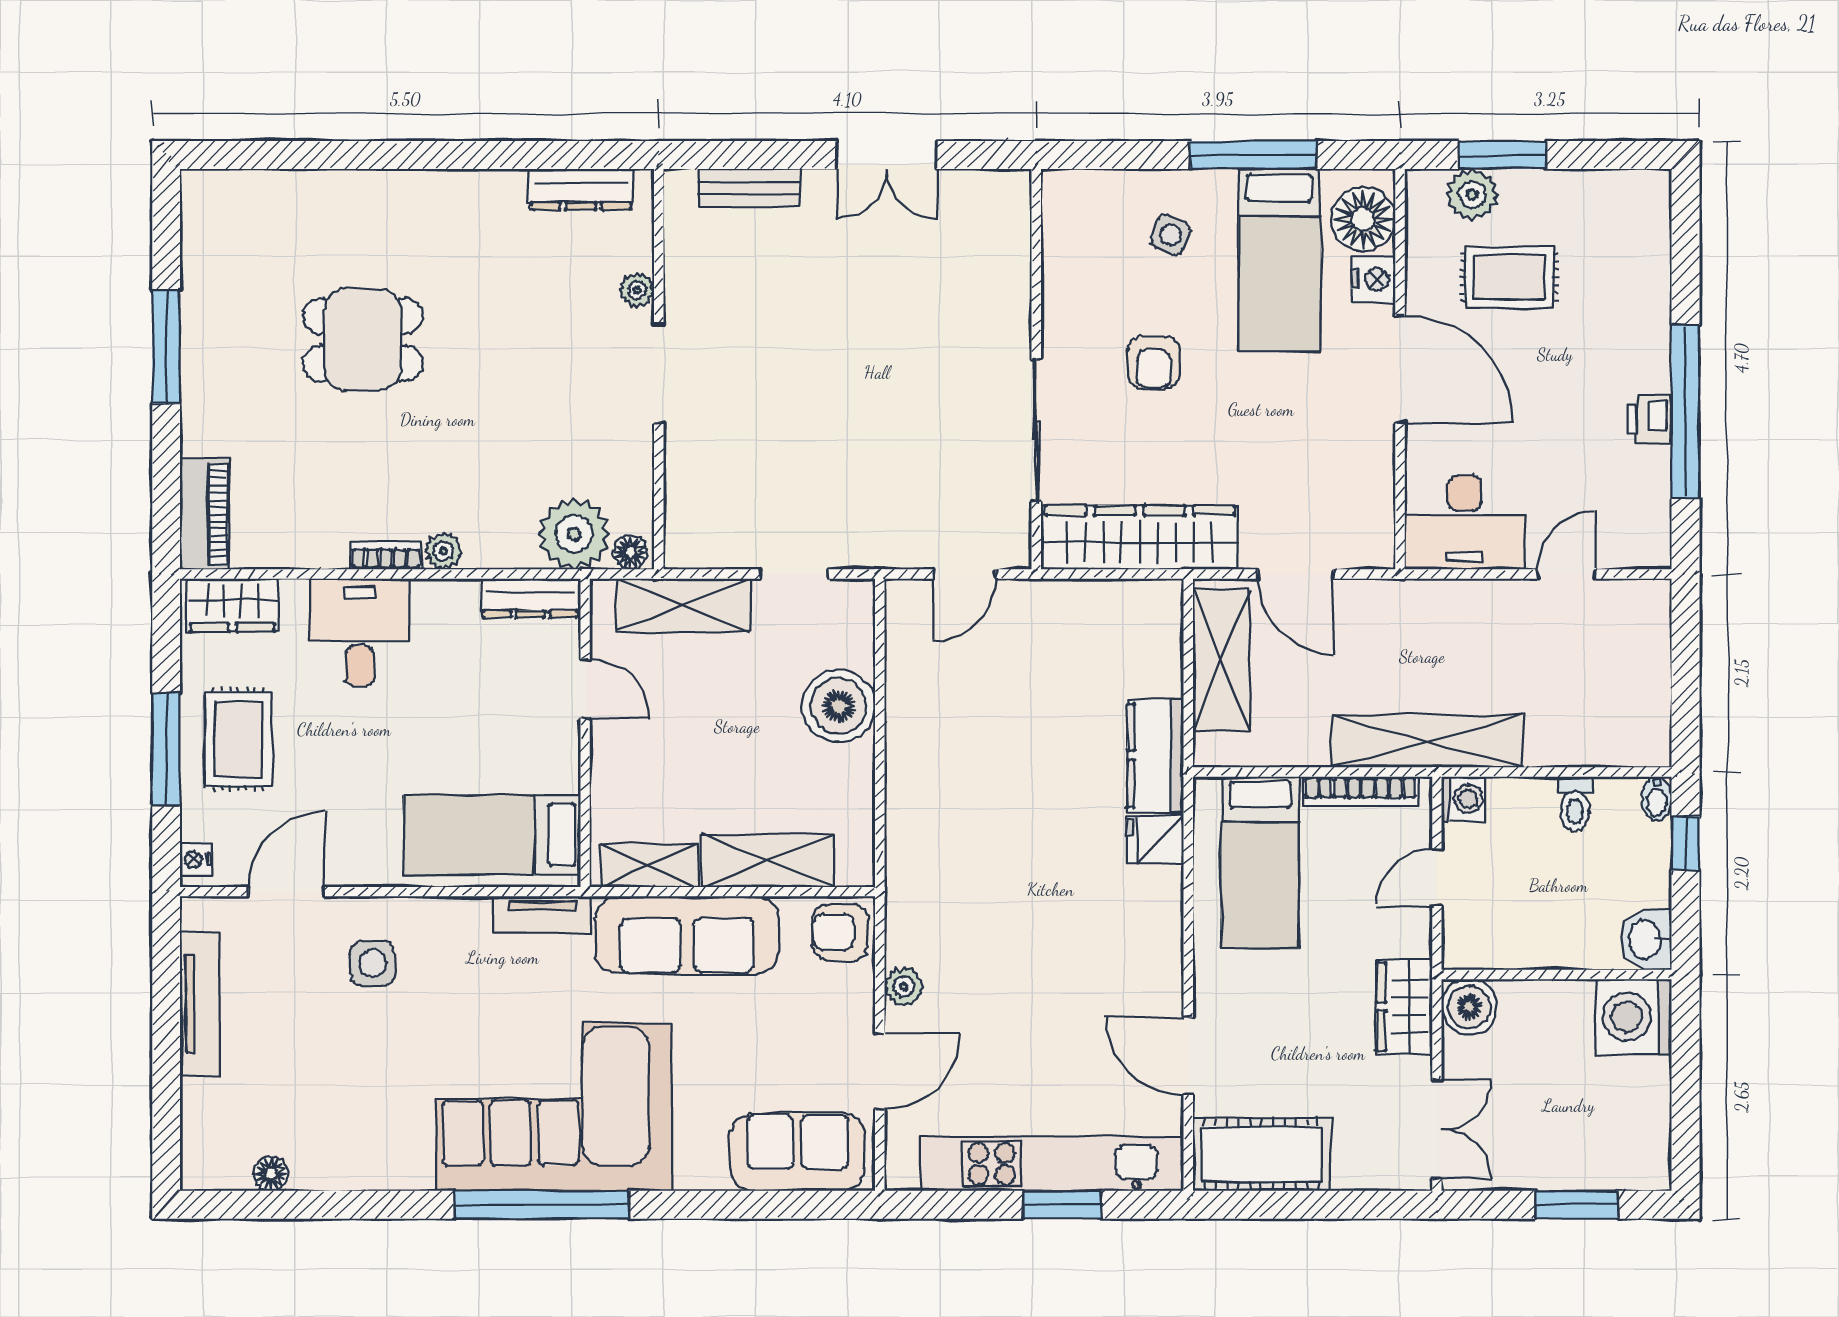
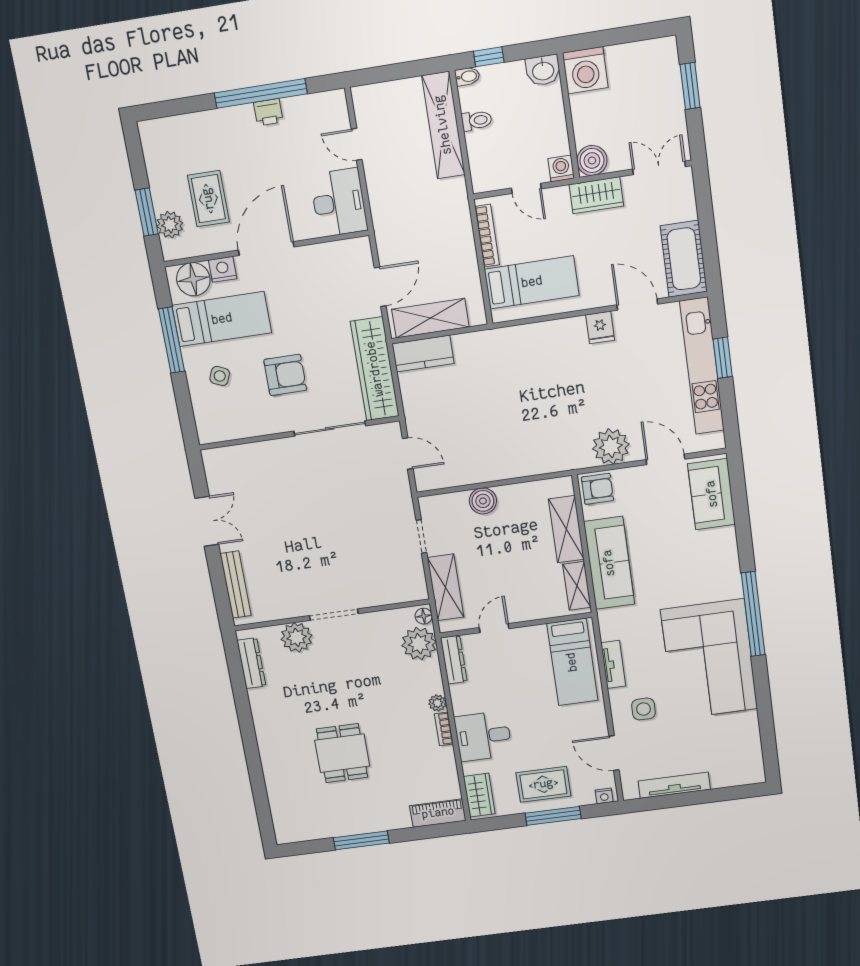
bench: (749, 188) -> (236, 585), width x1.36
plant: (637, 290) -> (297, 637), width x1.87, depth x1.87
armchair: (1154, 362) -> (285, 375), width x1.38, depth x1.38
boiler: (839, 706) -> (483, 501), width x0.73, depth x0.73
shelving: (1427, 741) -> (443, 125), moved
kitchen counter: (1155, 755) -> (423, 354), moved
washing machine: (1464, 799) -> (561, 168), moved
fridge: (1155, 840) -> (600, 328), moved
tv unit: (542, 915) -> (613, 664), moved
armchair: (840, 932) -> (597, 489), turned -92
plant: (904, 986) -> (611, 447), width x1.87, depth x1.87
door: (1188, 1056) -> (637, 305), swing flipped
corner sofa: (554, 1107) -> (709, 659), moved
floor lamp: (271, 1174) -> (753, 742), removed

